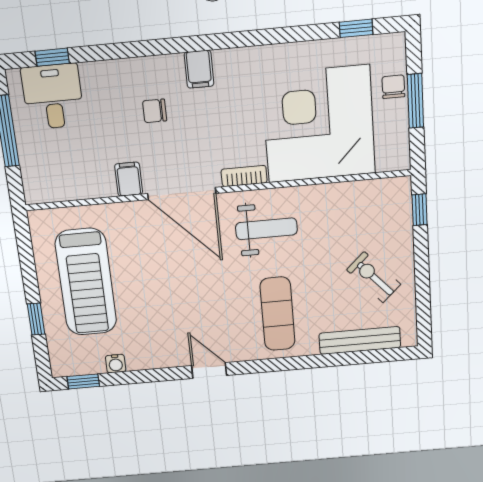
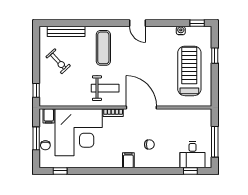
filing cabinet: (129, 179) -> (49, 116), moved
weight bench: (266, 229) -> (105, 88), turned 180

